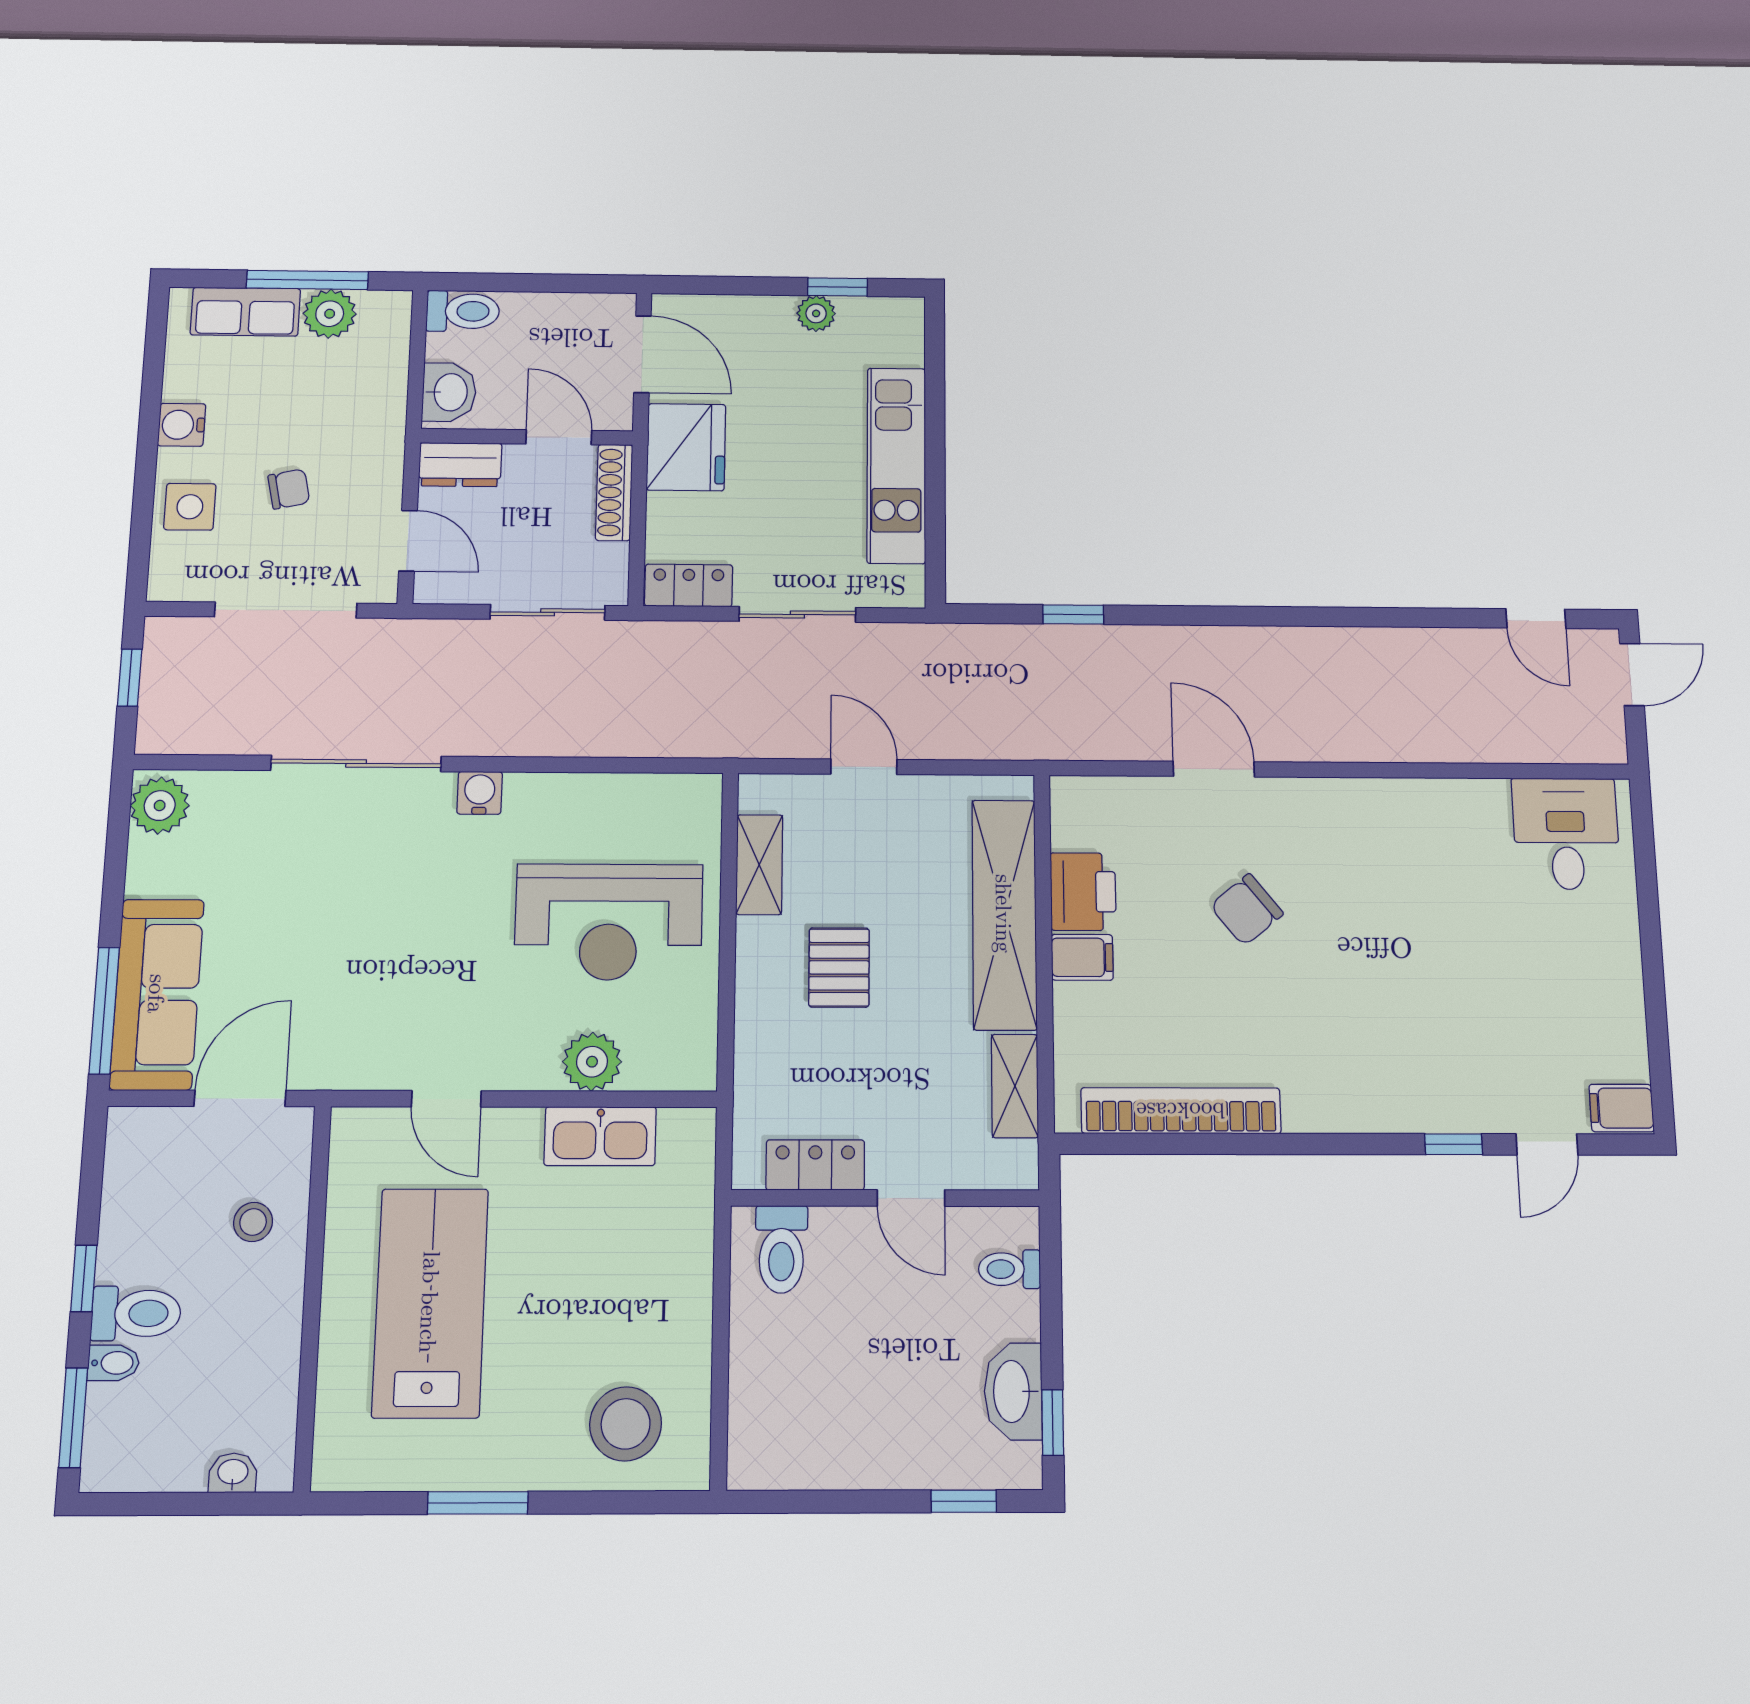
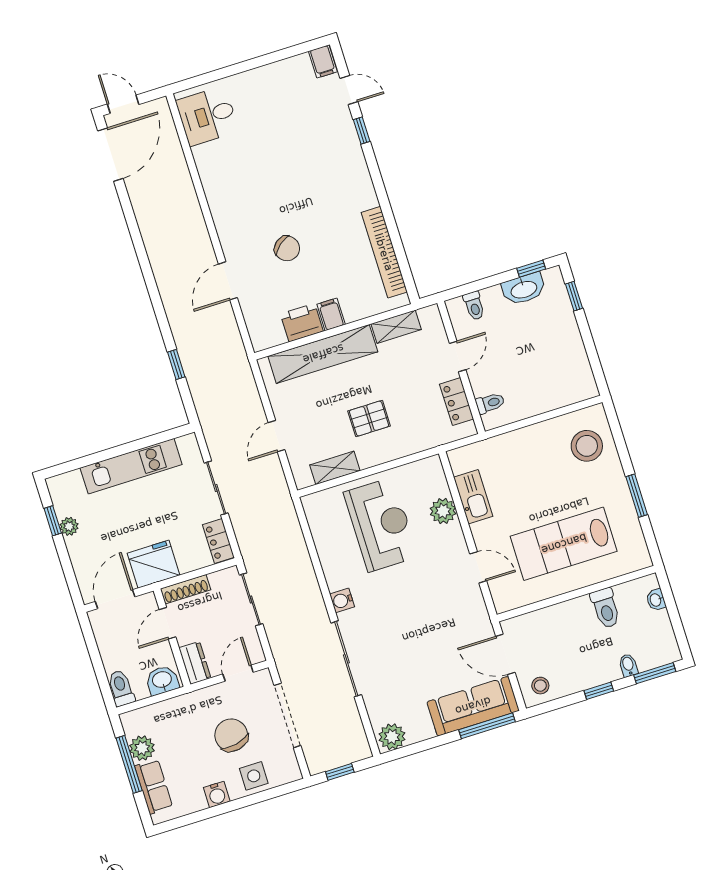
chair: (289, 489) -> (231, 735), width x1.87, depth x1.87
door: (1536, 619) -> (110, 155), width x1.87
door: (446, 1099) -> (478, 567), hinge flipped
stool: (253, 1222) -> (540, 686), moved
toilet: (781, 1249) -> (490, 403), width x0.73, depth x0.72
toilet: (136, 1313) -> (605, 608), moved, turned 180

